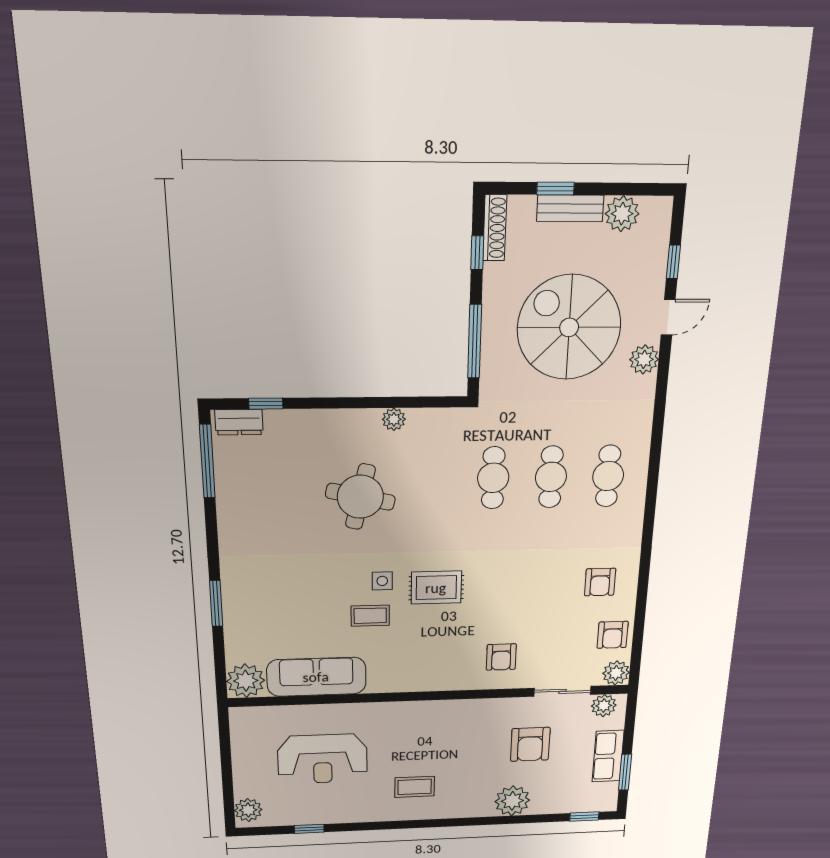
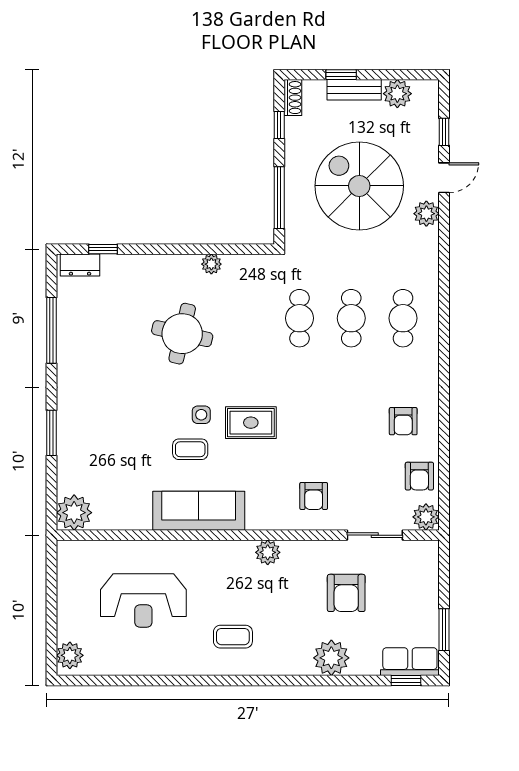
shoe rack: (495, 228) -> (293, 98), width x0.70
window: (207, 461) -> (51, 330), moved
sofa: (316, 677) -> (199, 511), moved
plant: (604, 706) -> (268, 552), moved
row of seats: (608, 756) -> (410, 662), moved, turned 90
window: (309, 829) -> (129, 681), removed

